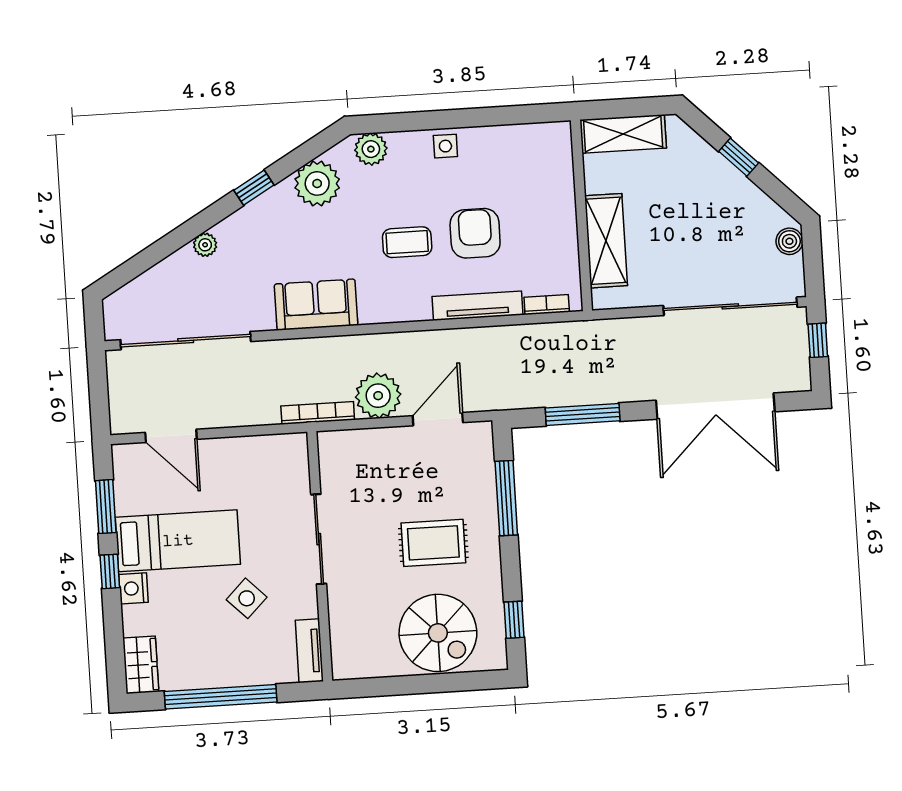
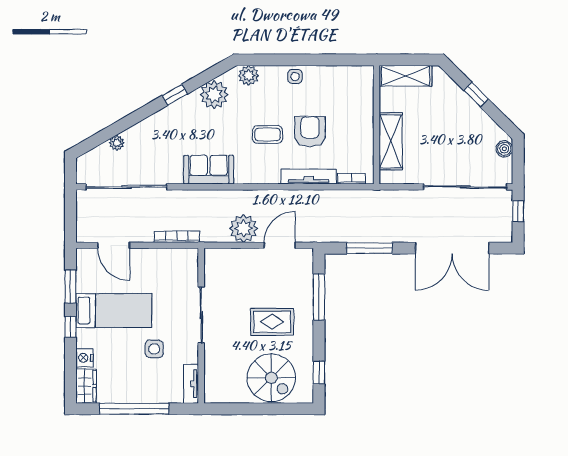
plant: (205, 245) -> (117, 143), moved
bookcase: (318, 413) -> (177, 237), moved
nightstand: (134, 588) -> (85, 358), moved
side table: (247, 598) -> (154, 349), turned 45

